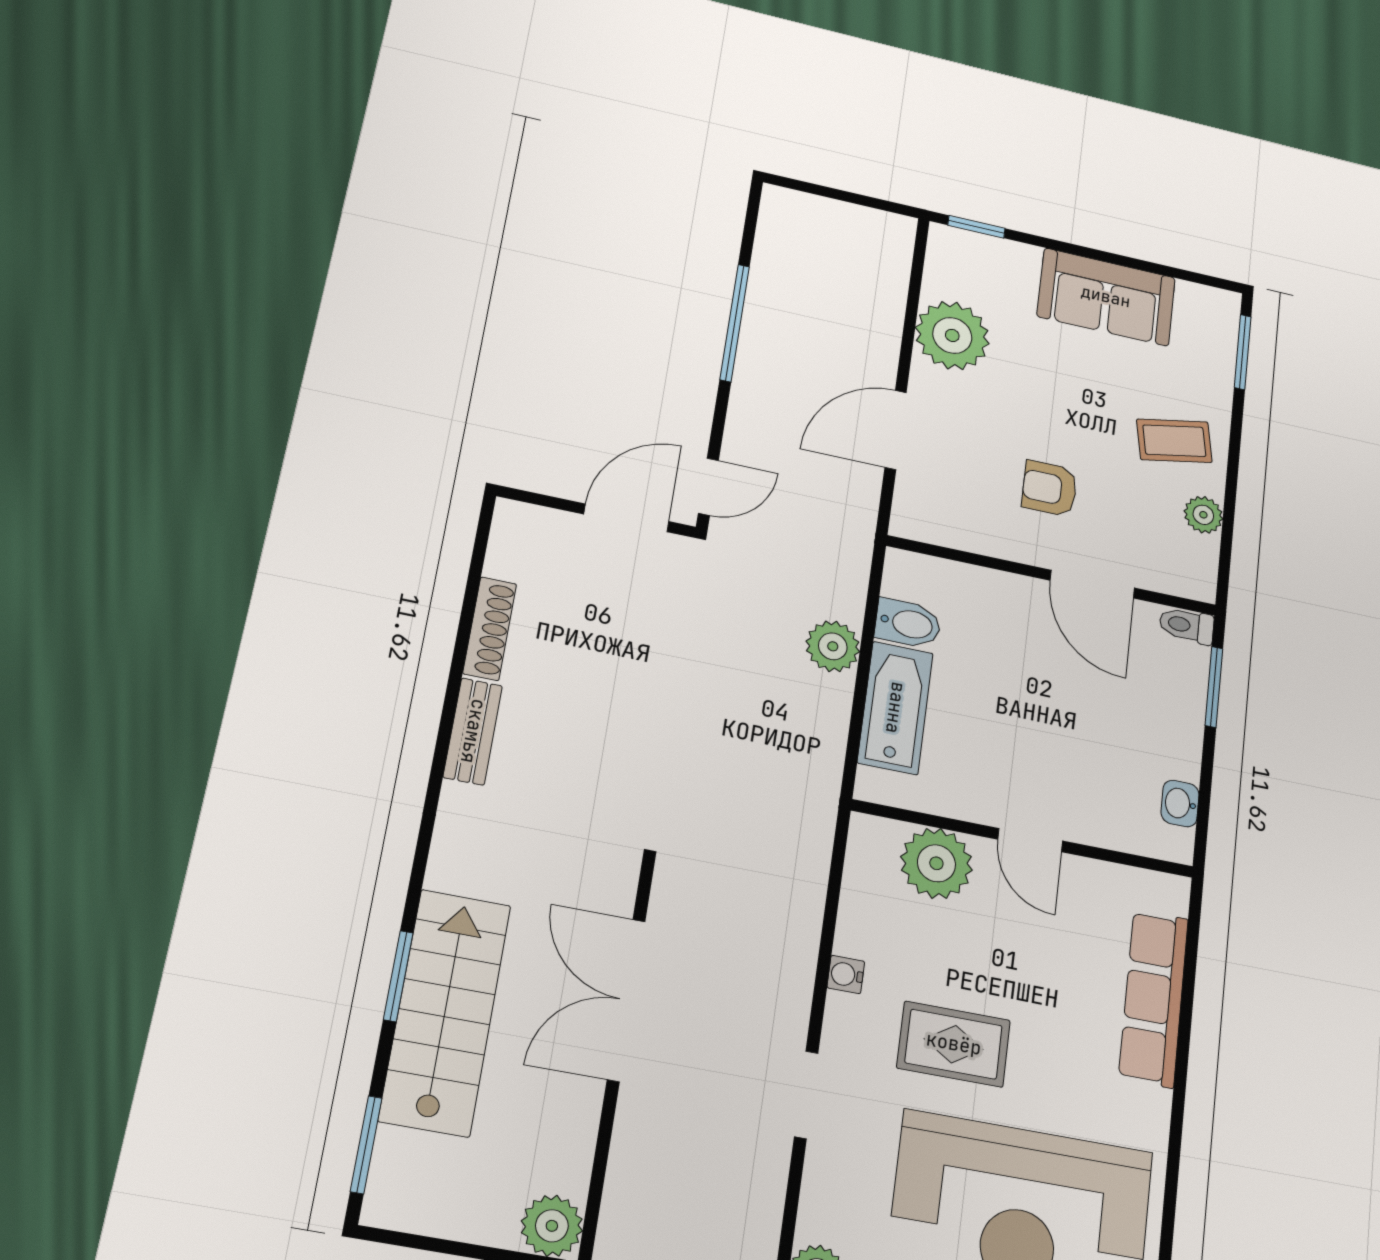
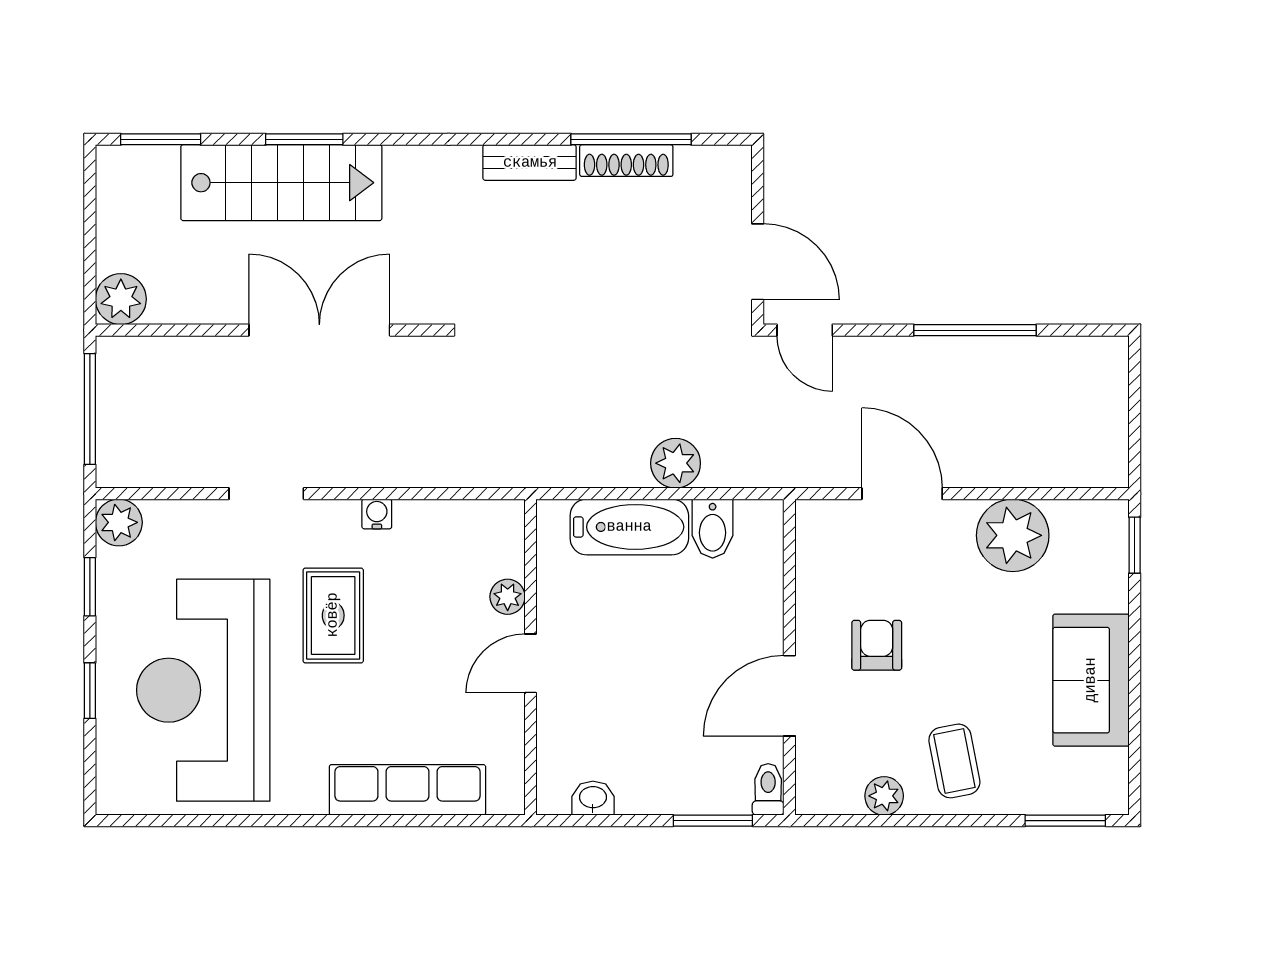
window: (466, 619) -> (631, 139), added
plant: (936, 863) -> (508, 597), width x0.53, depth x0.53

